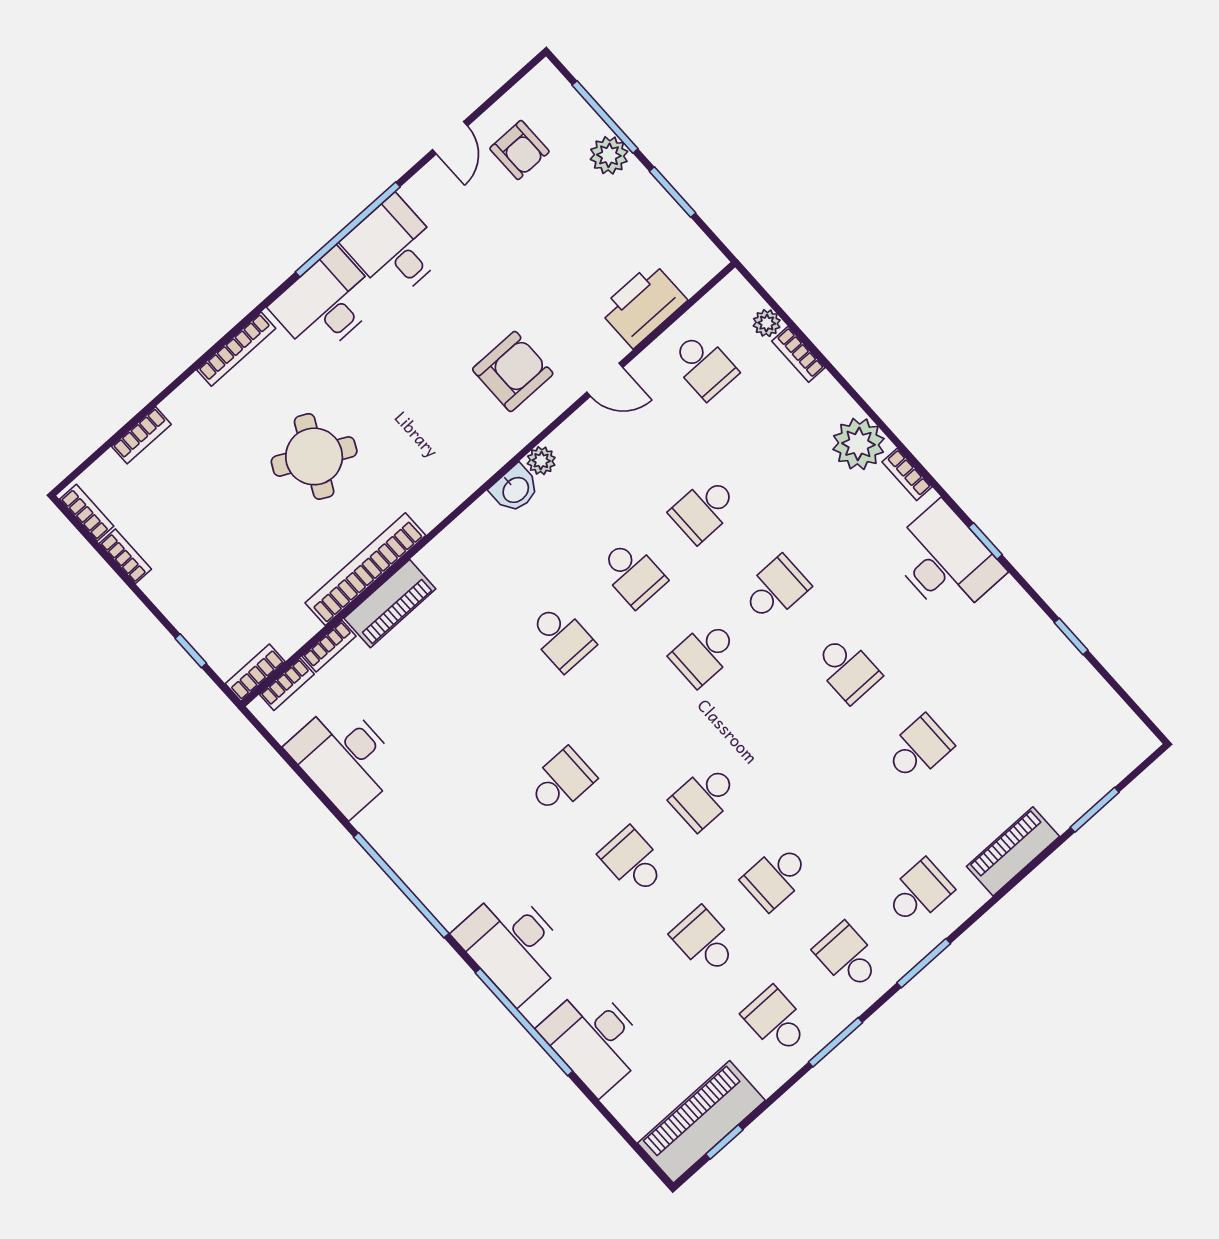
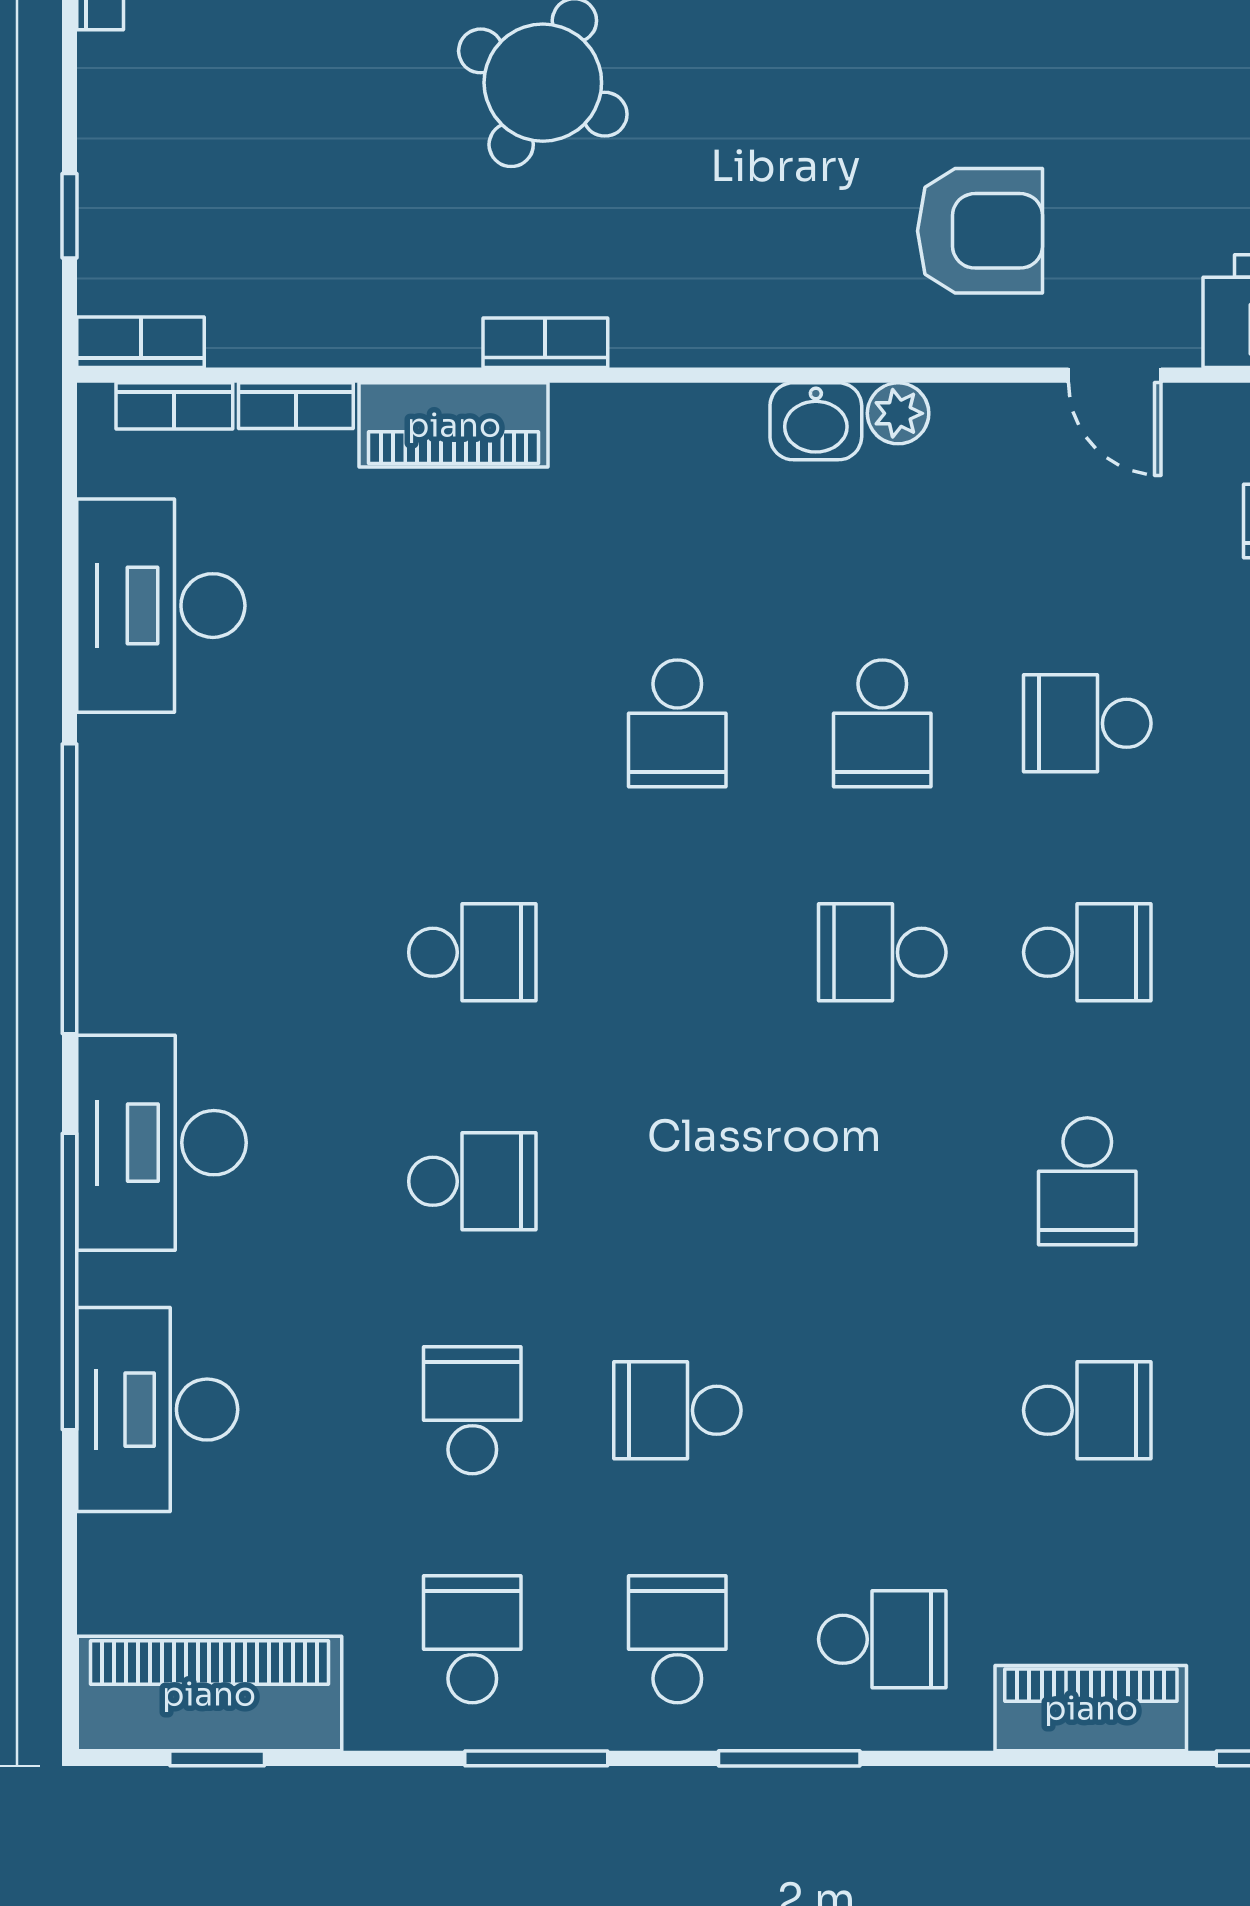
bookcase: (365, 569) -> (545, 343), width x0.43, depth x0.76
school desk: (704, 797) -> (677, 1181), removed
school desk: (633, 861) -> (472, 1181), turned 90

